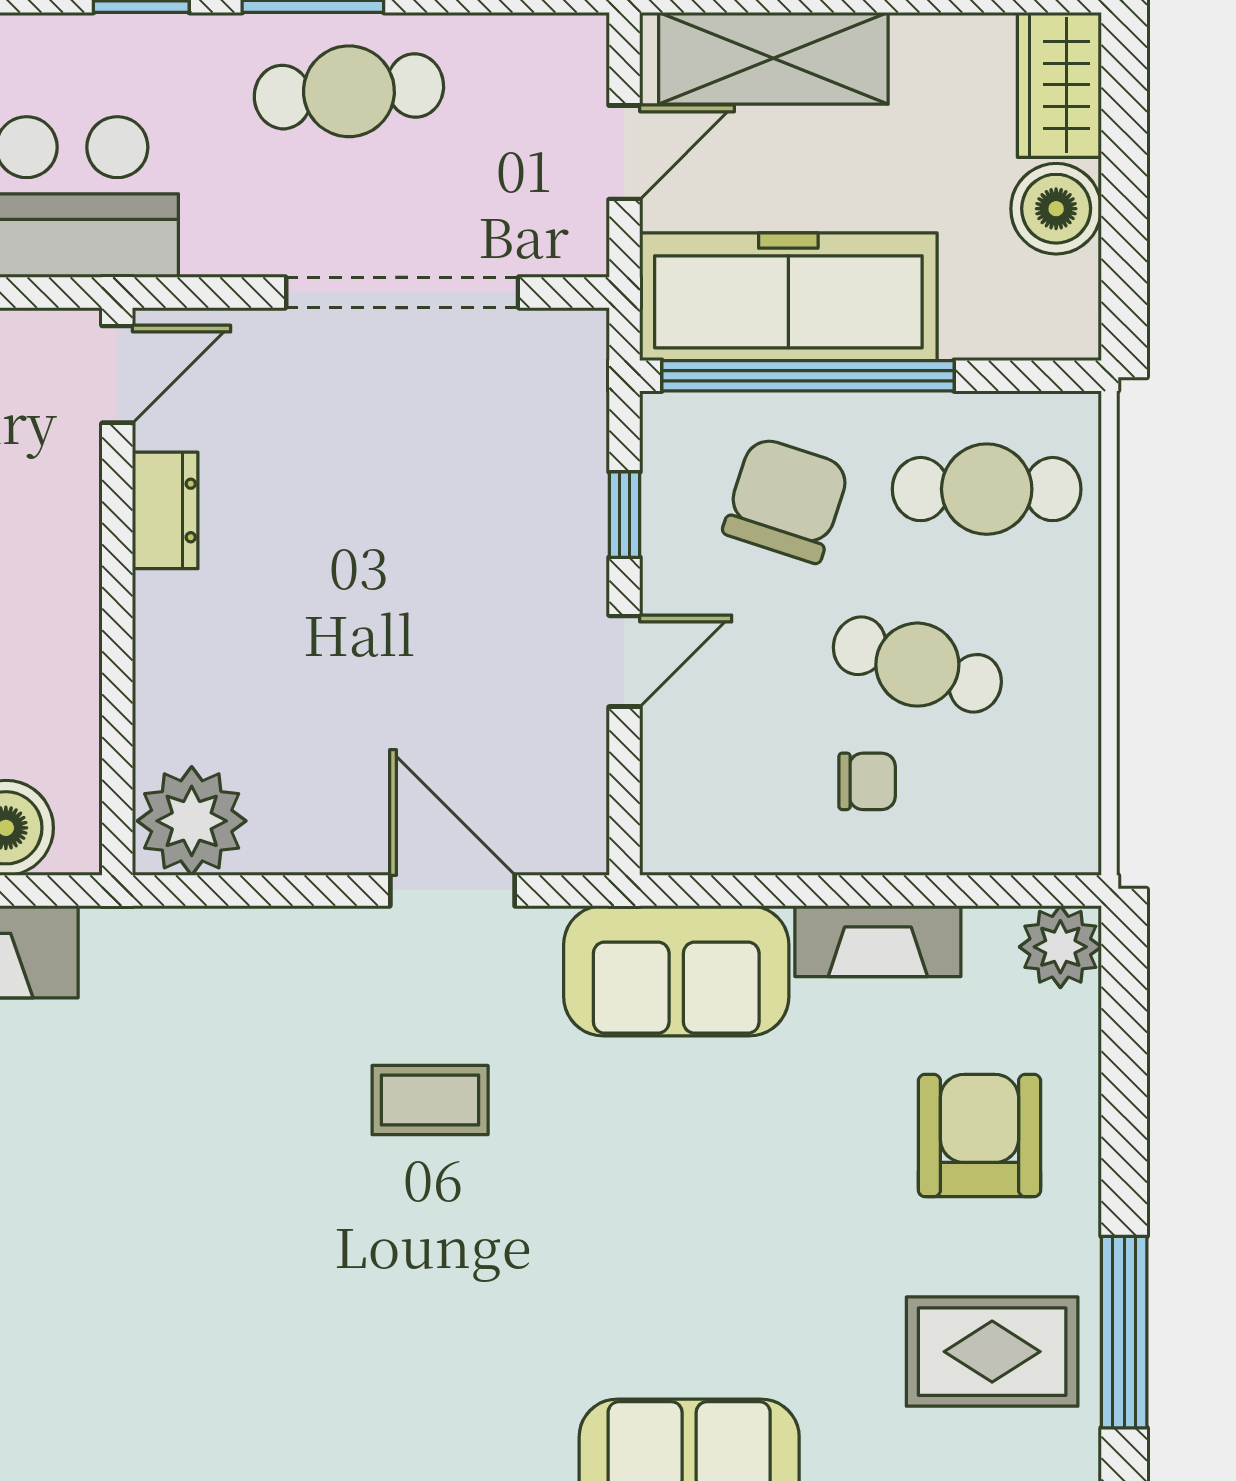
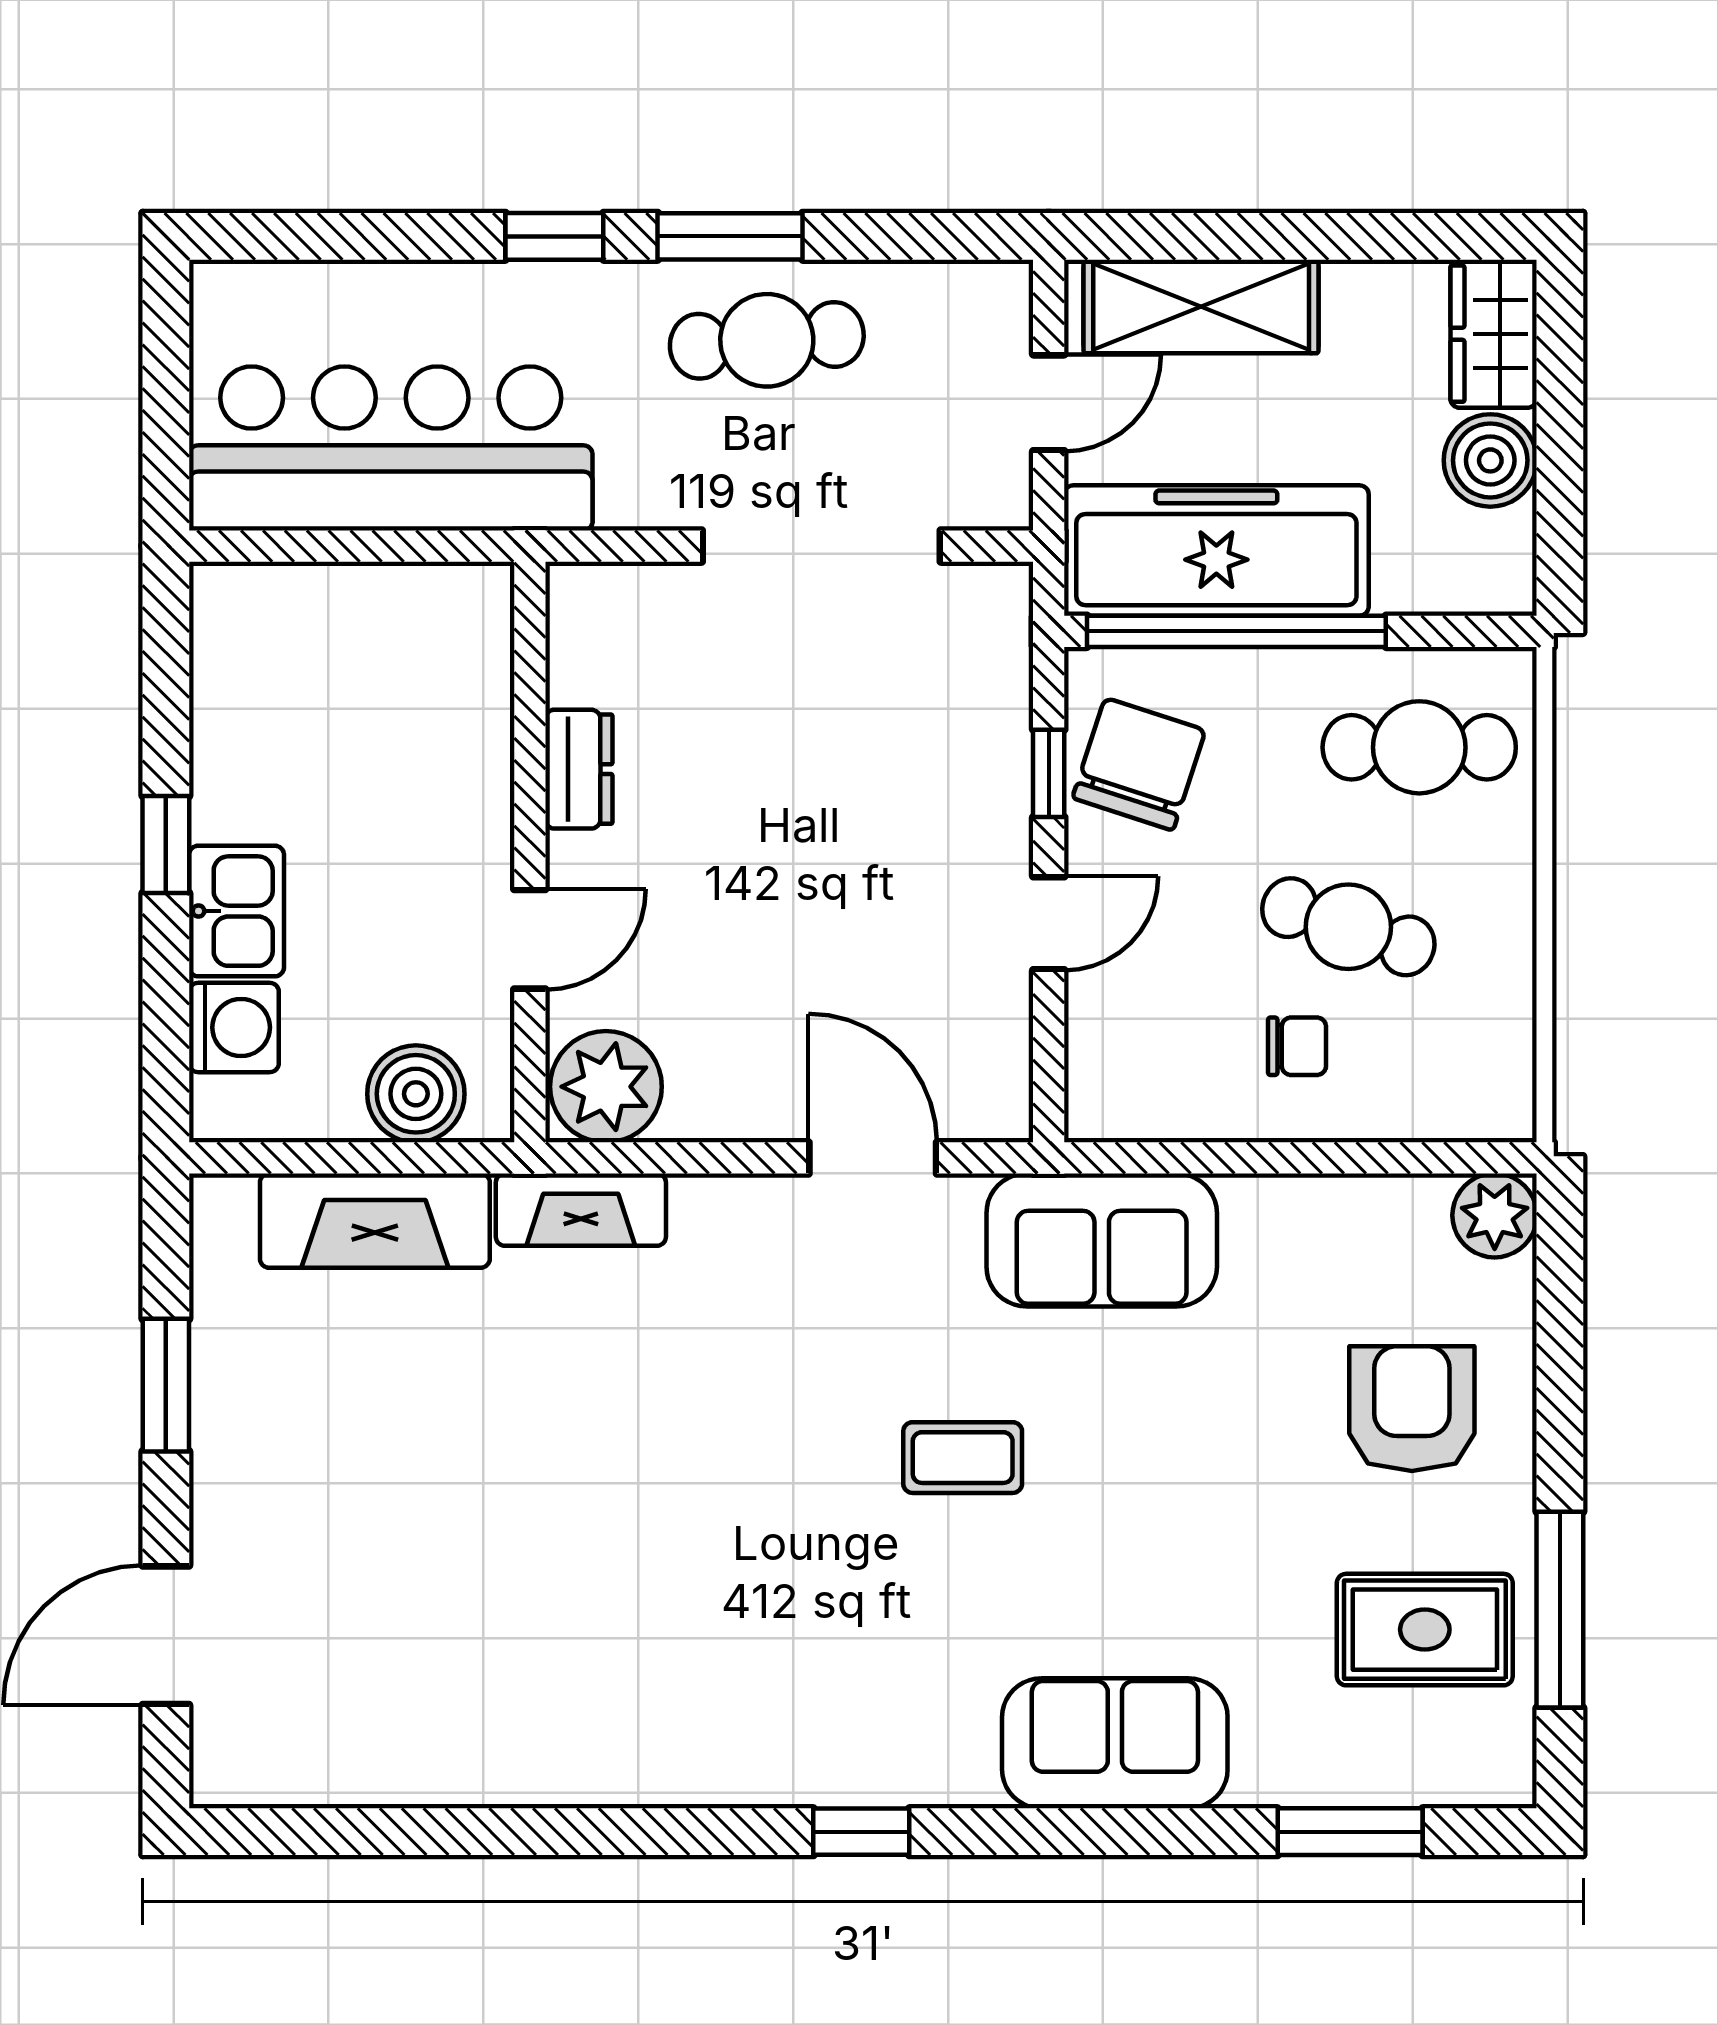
door: (117, 374) -> (530, 939), moved
chair: (786, 500) -> (1139, 764), moved
fireplace: (878, 941) -> (581, 1210), moved
coffee table: (430, 1100) -> (963, 1458), moved

